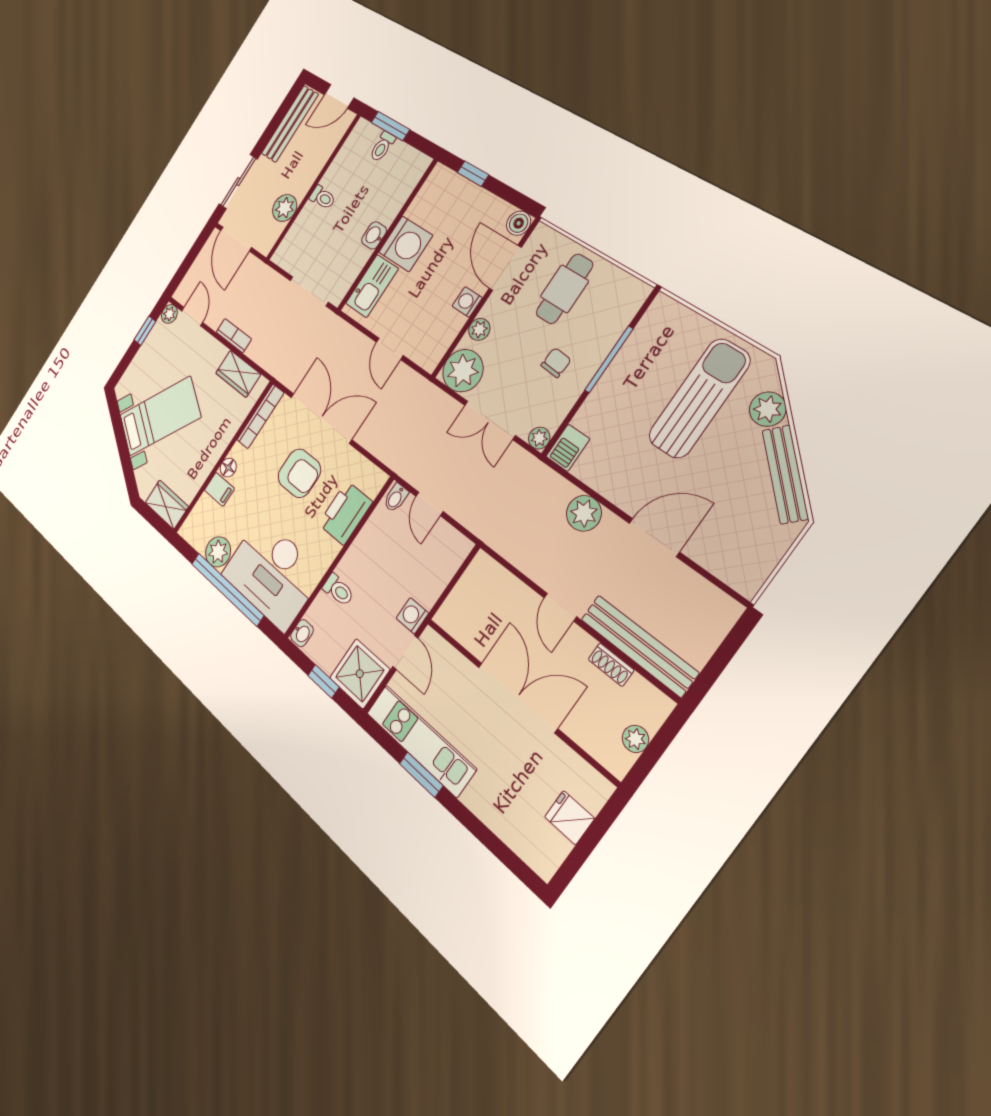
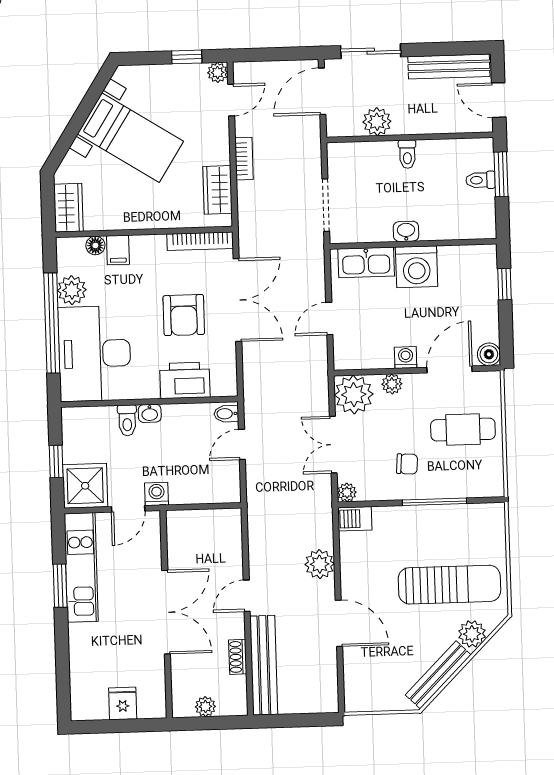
floor lamp: (228, 468) -> (95, 245), moved
washbasin: (302, 633) -> (150, 413), moved

